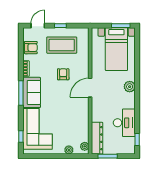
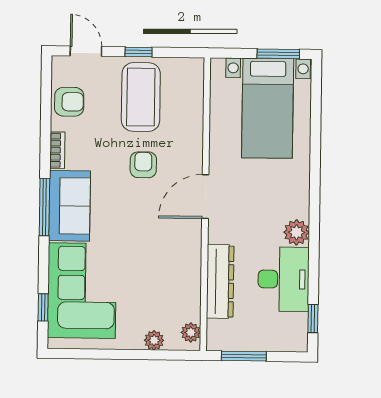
door: (38, 26) -> (86, 51), hinge flipped
coffee table: (62, 45) -> (141, 97), turned 90
plant: (130, 87) -> (296, 232), moved
dresser: (97, 138) -> (220, 281), moved

